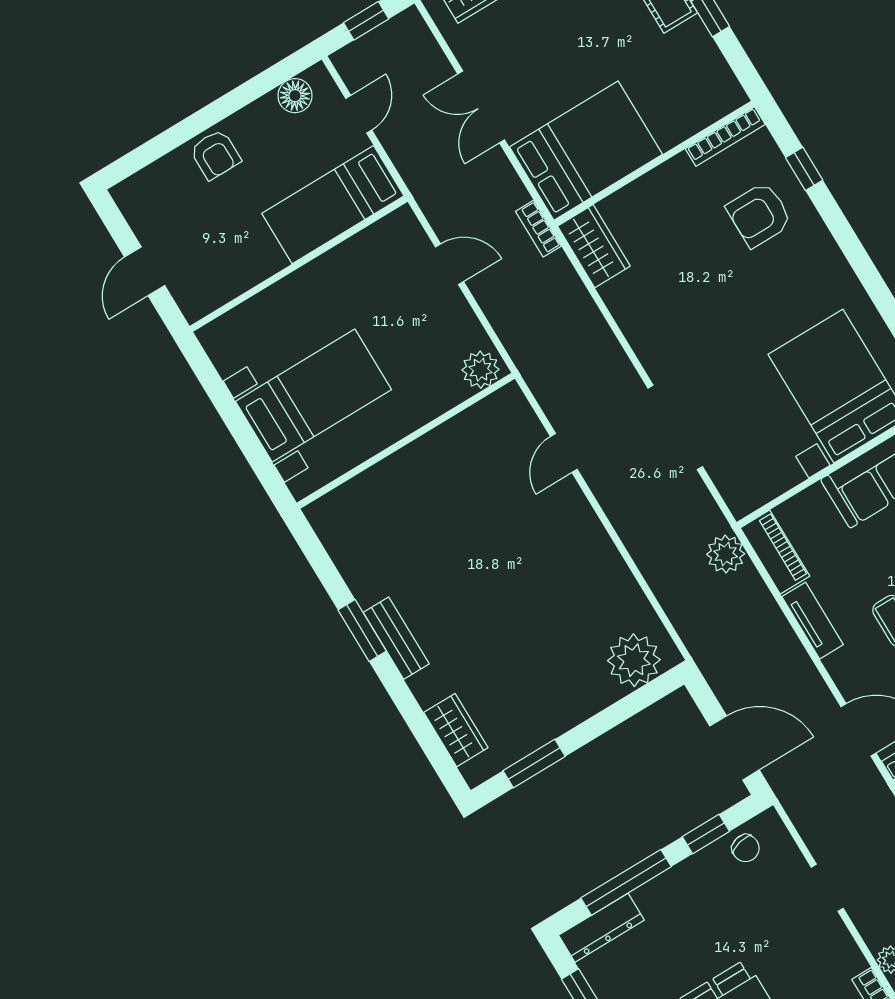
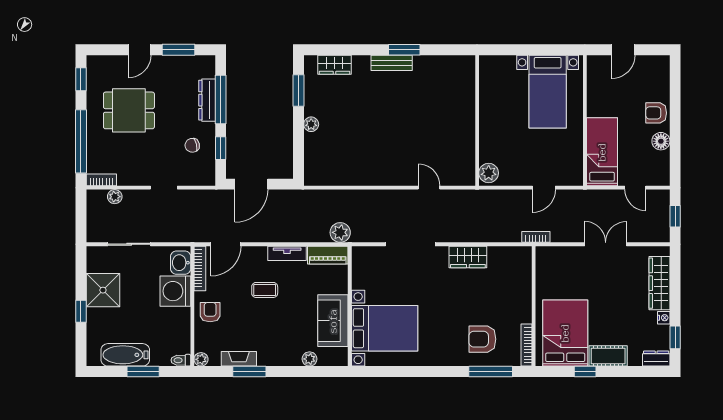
floor lamp: (295, 96) -> (661, 141), moved
bed: (586, 151) -> (565, 333), moved, turned 180
window: (804, 169) -> (491, 372), width x2.17
armchair: (759, 215) -> (482, 339), turned -90
wardrobe: (594, 246) -> (468, 257), moved
door: (145, 271) -> (623, 50), swing flipped
bed with nightstands: (313, 396) -> (548, 92), moved
plant: (634, 660) -> (311, 124), moved, width x0.53, depth x0.53
chair: (746, 848) -> (192, 145), moved
dresser: (601, 928) -> (207, 100), moved

